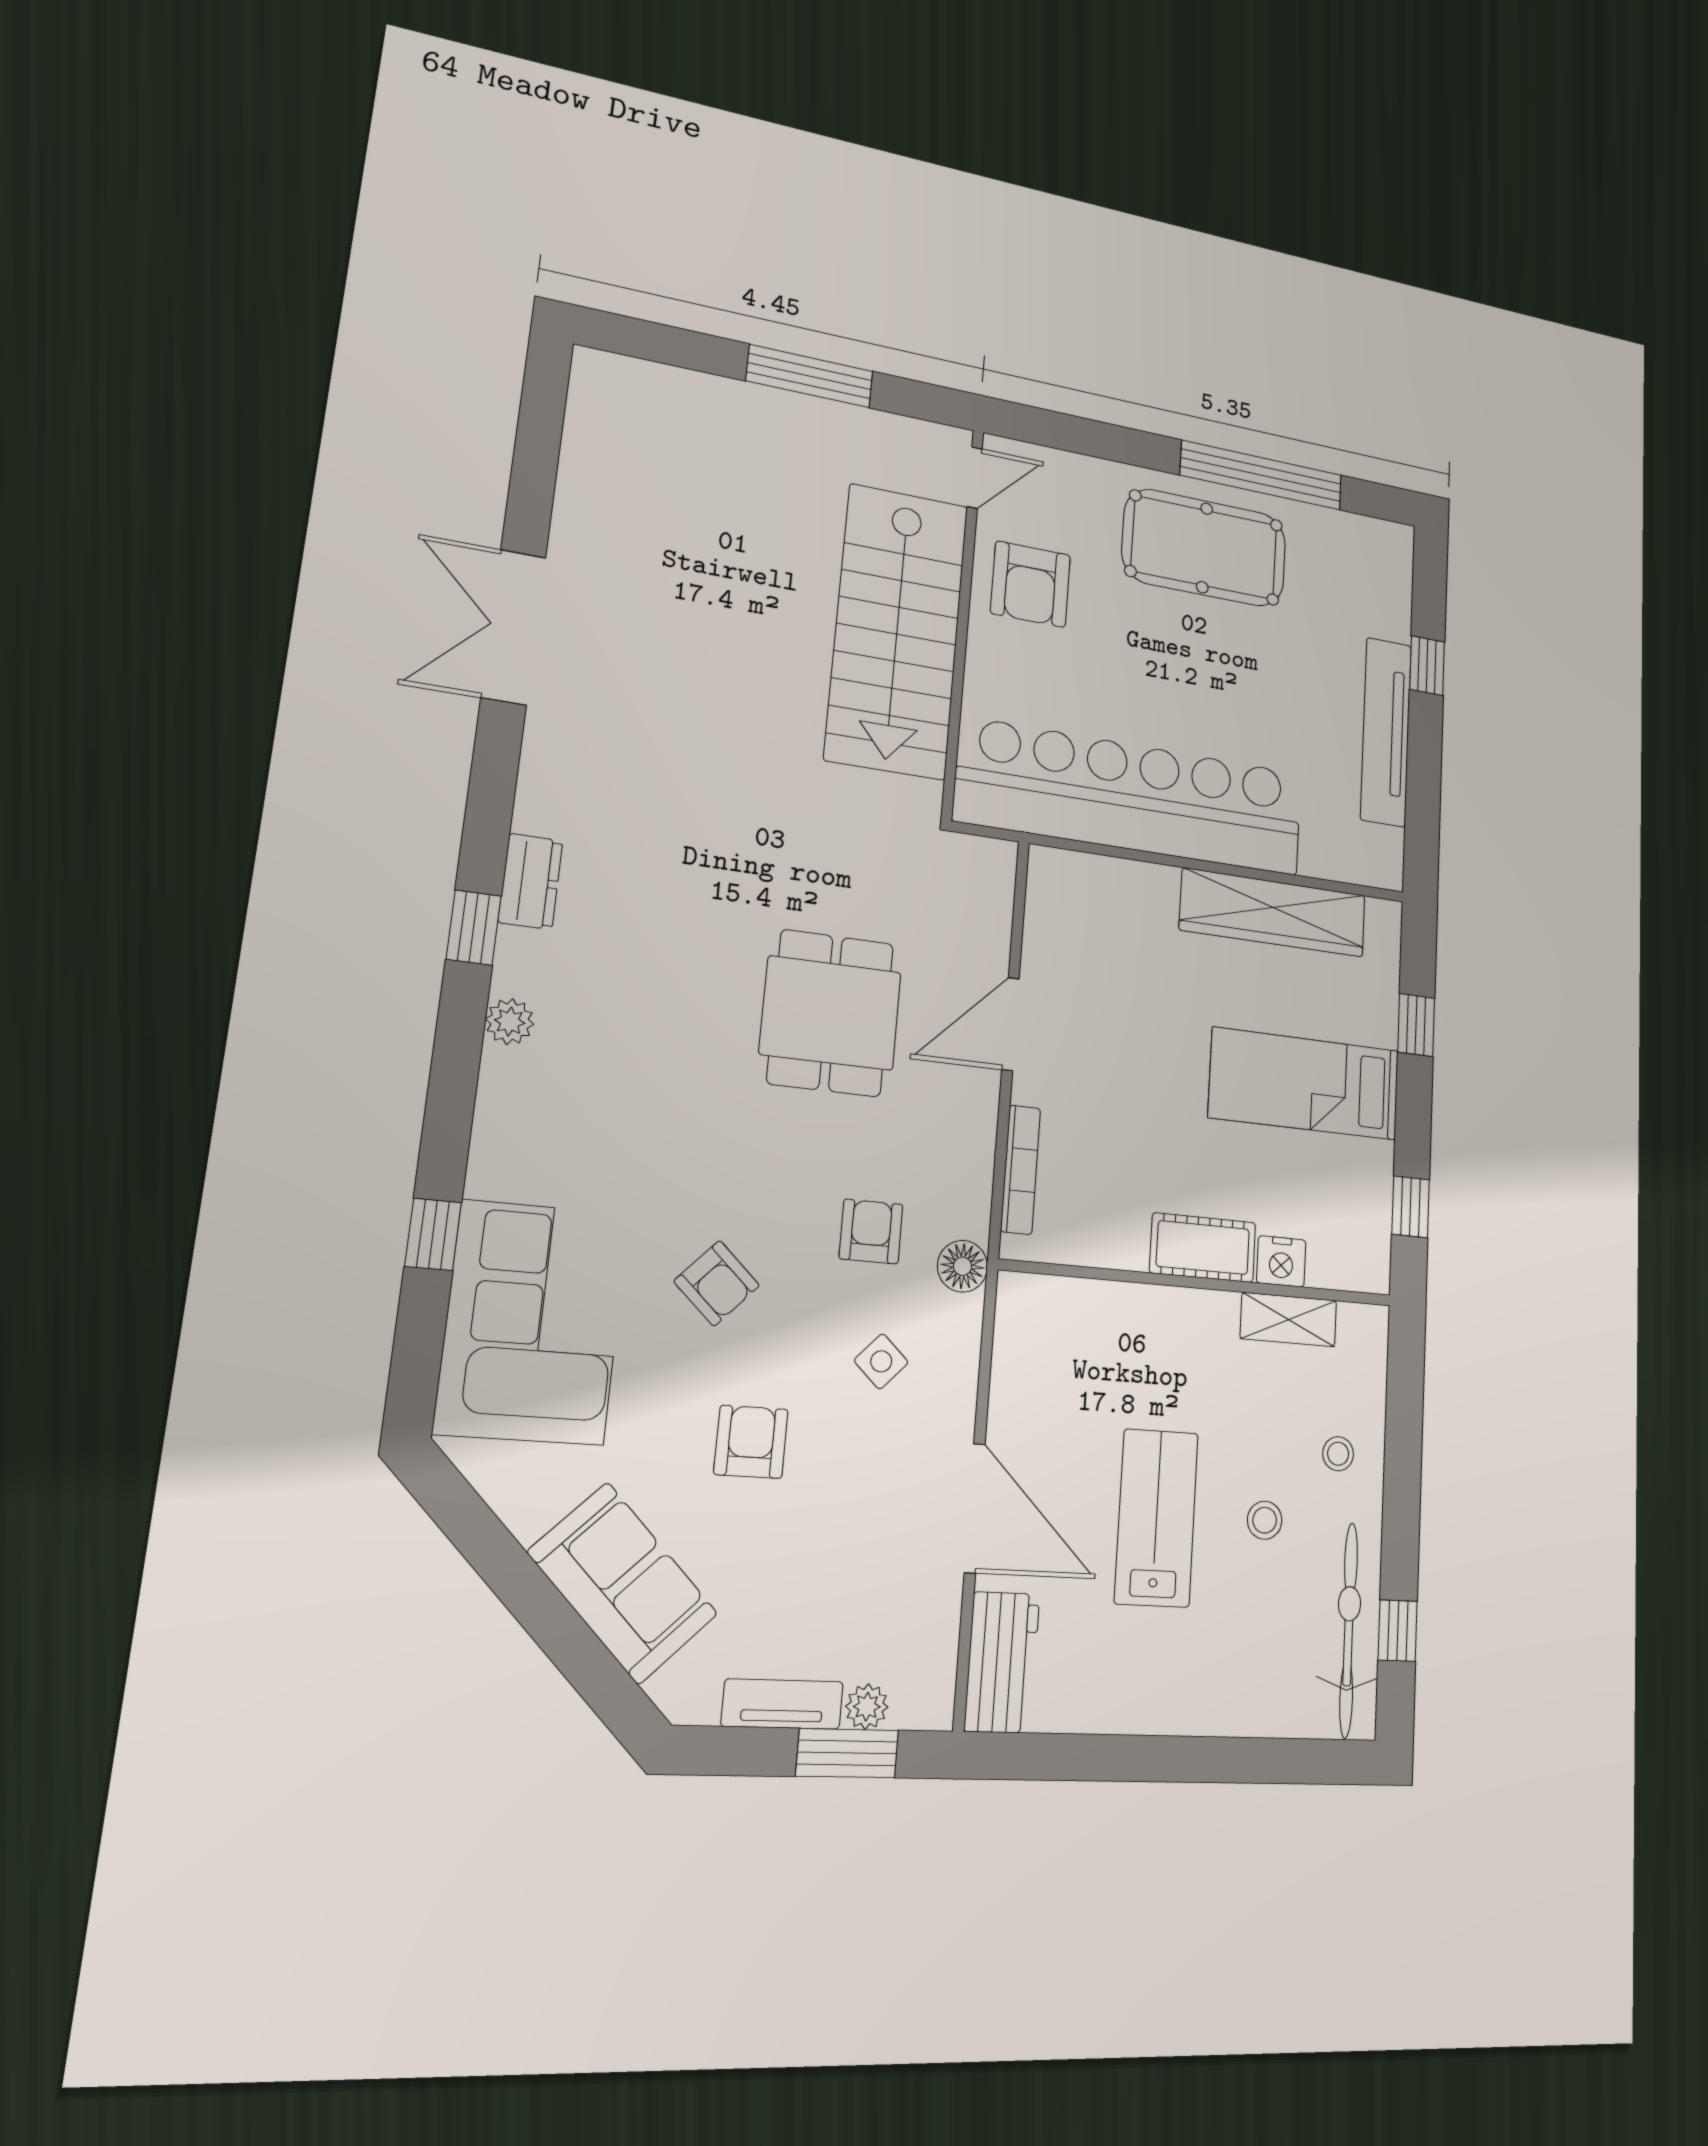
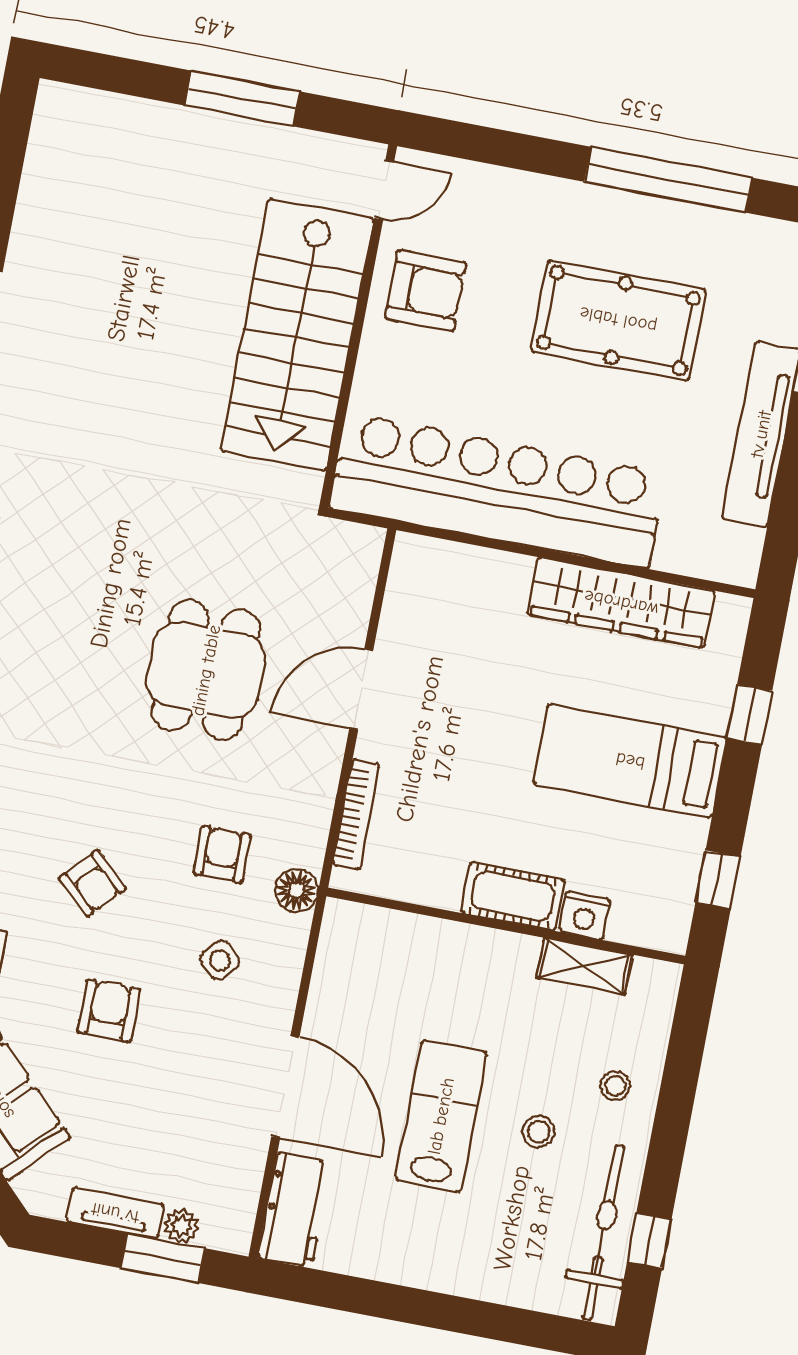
pool table: (1204, 548) -> (618, 320), moved
armchair: (1030, 584) -> (425, 291), turned -90

